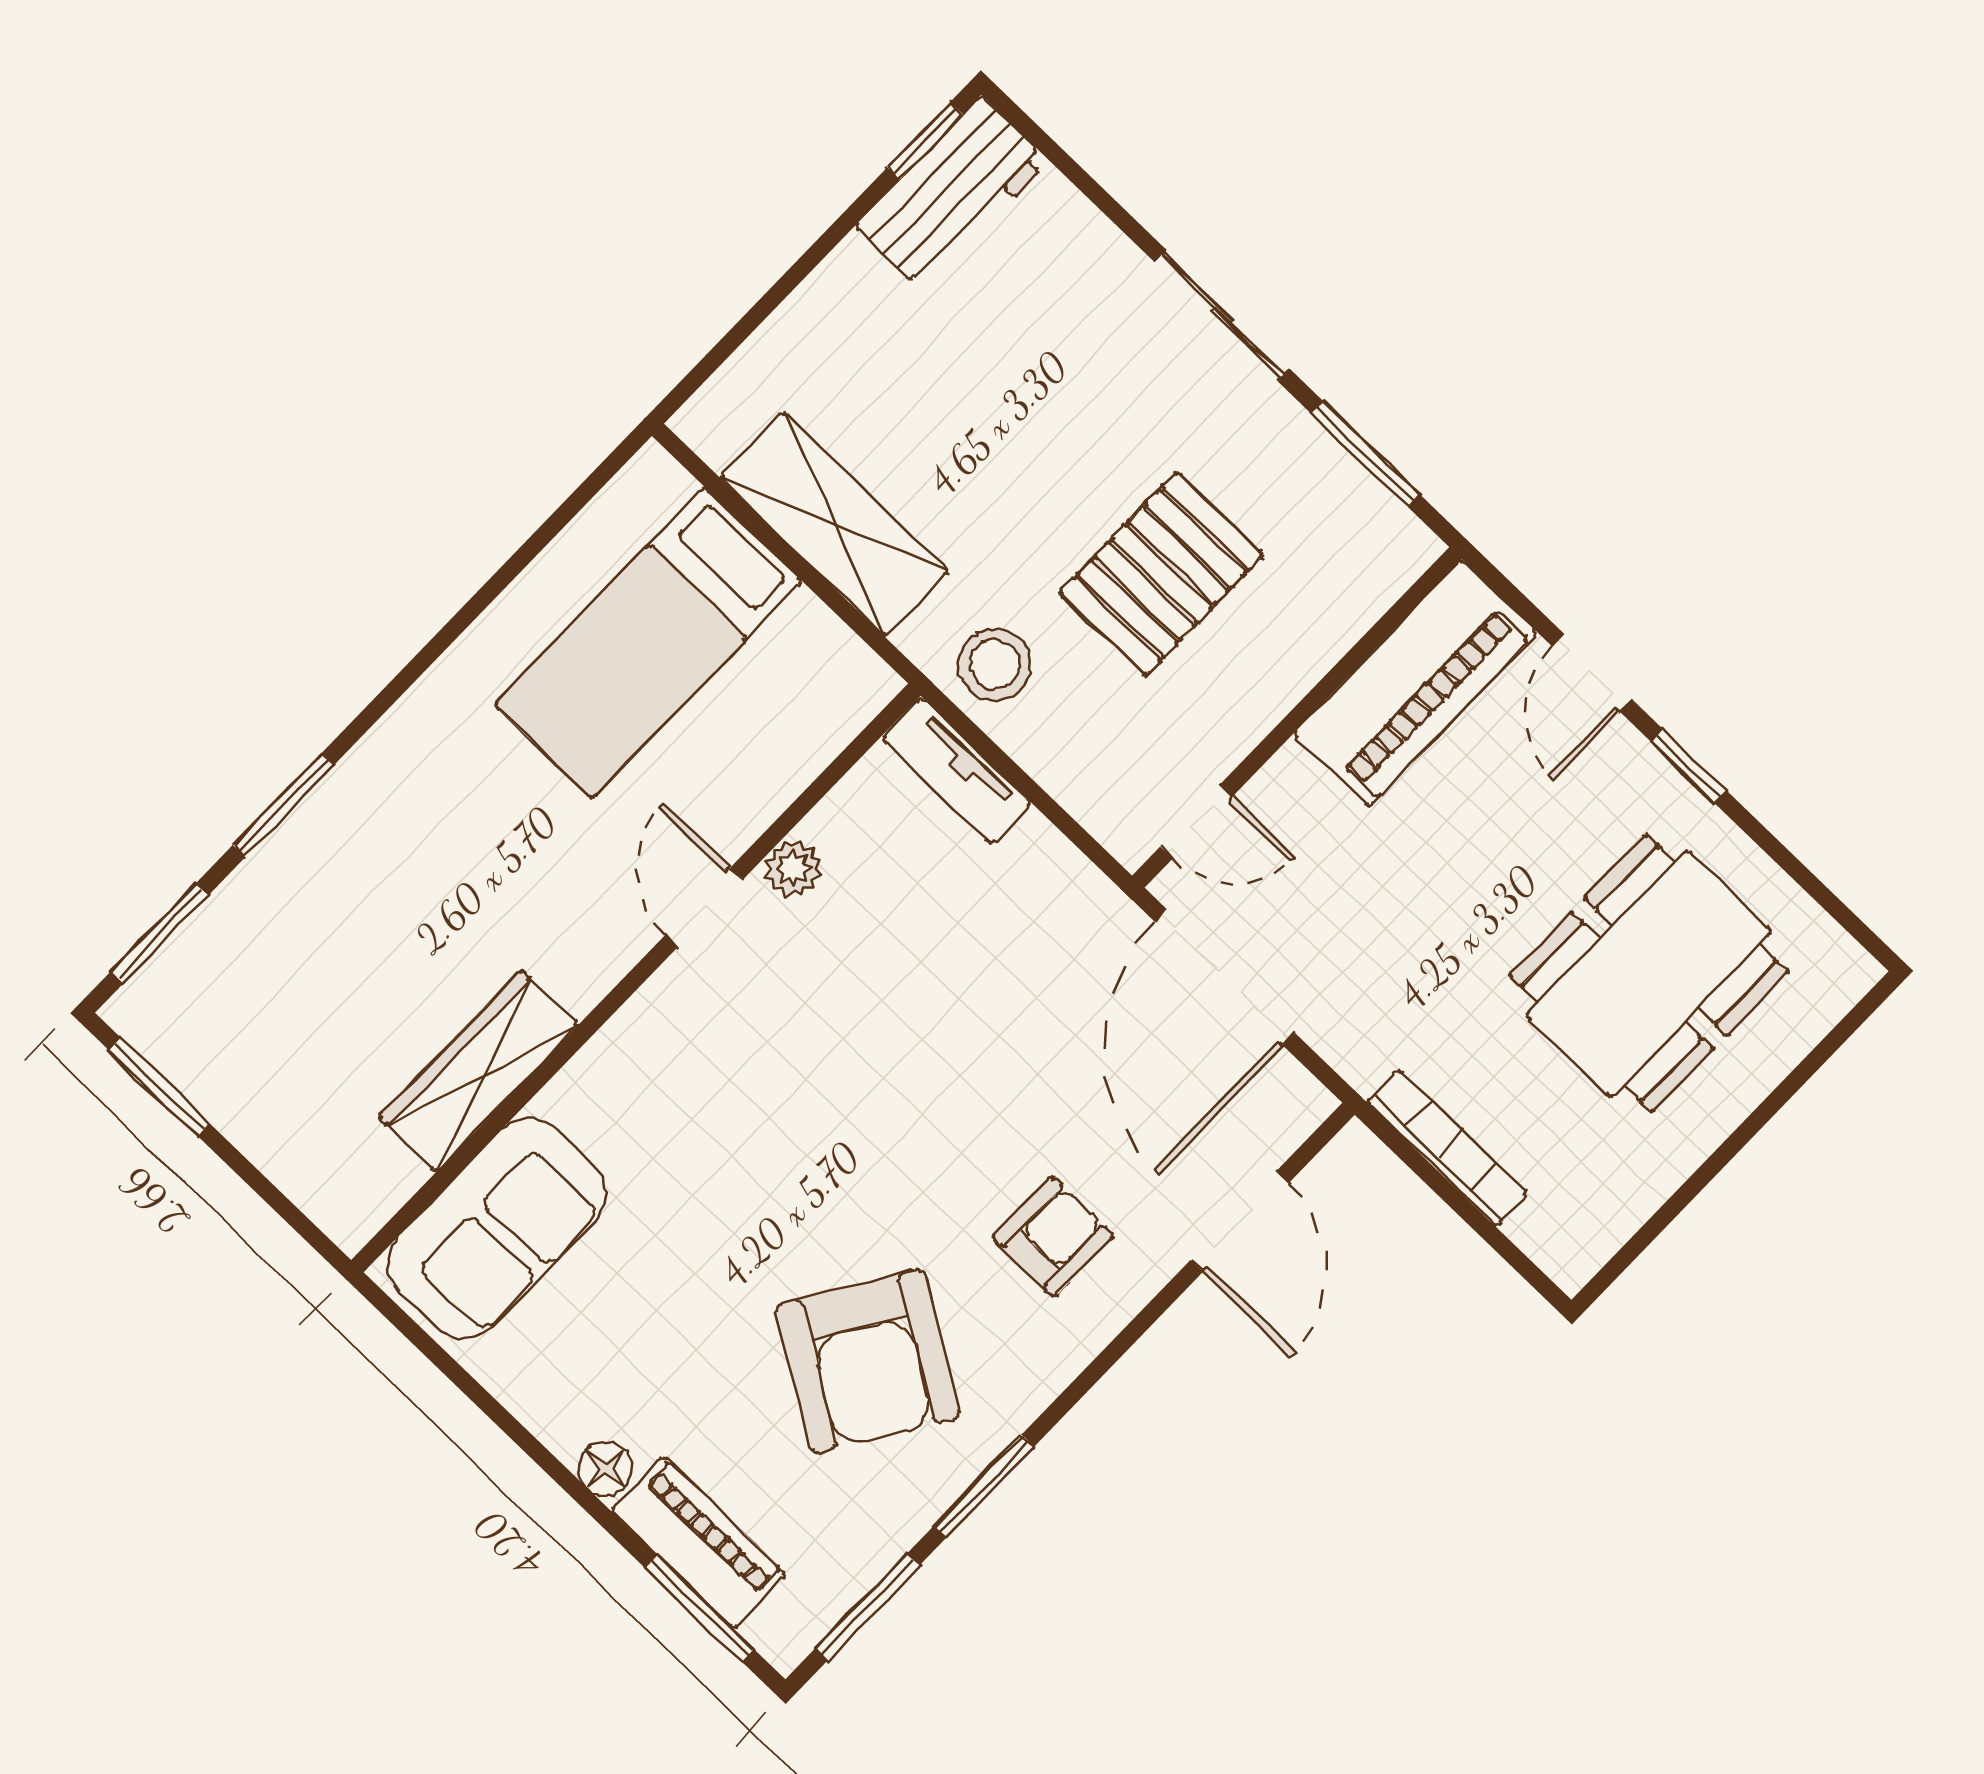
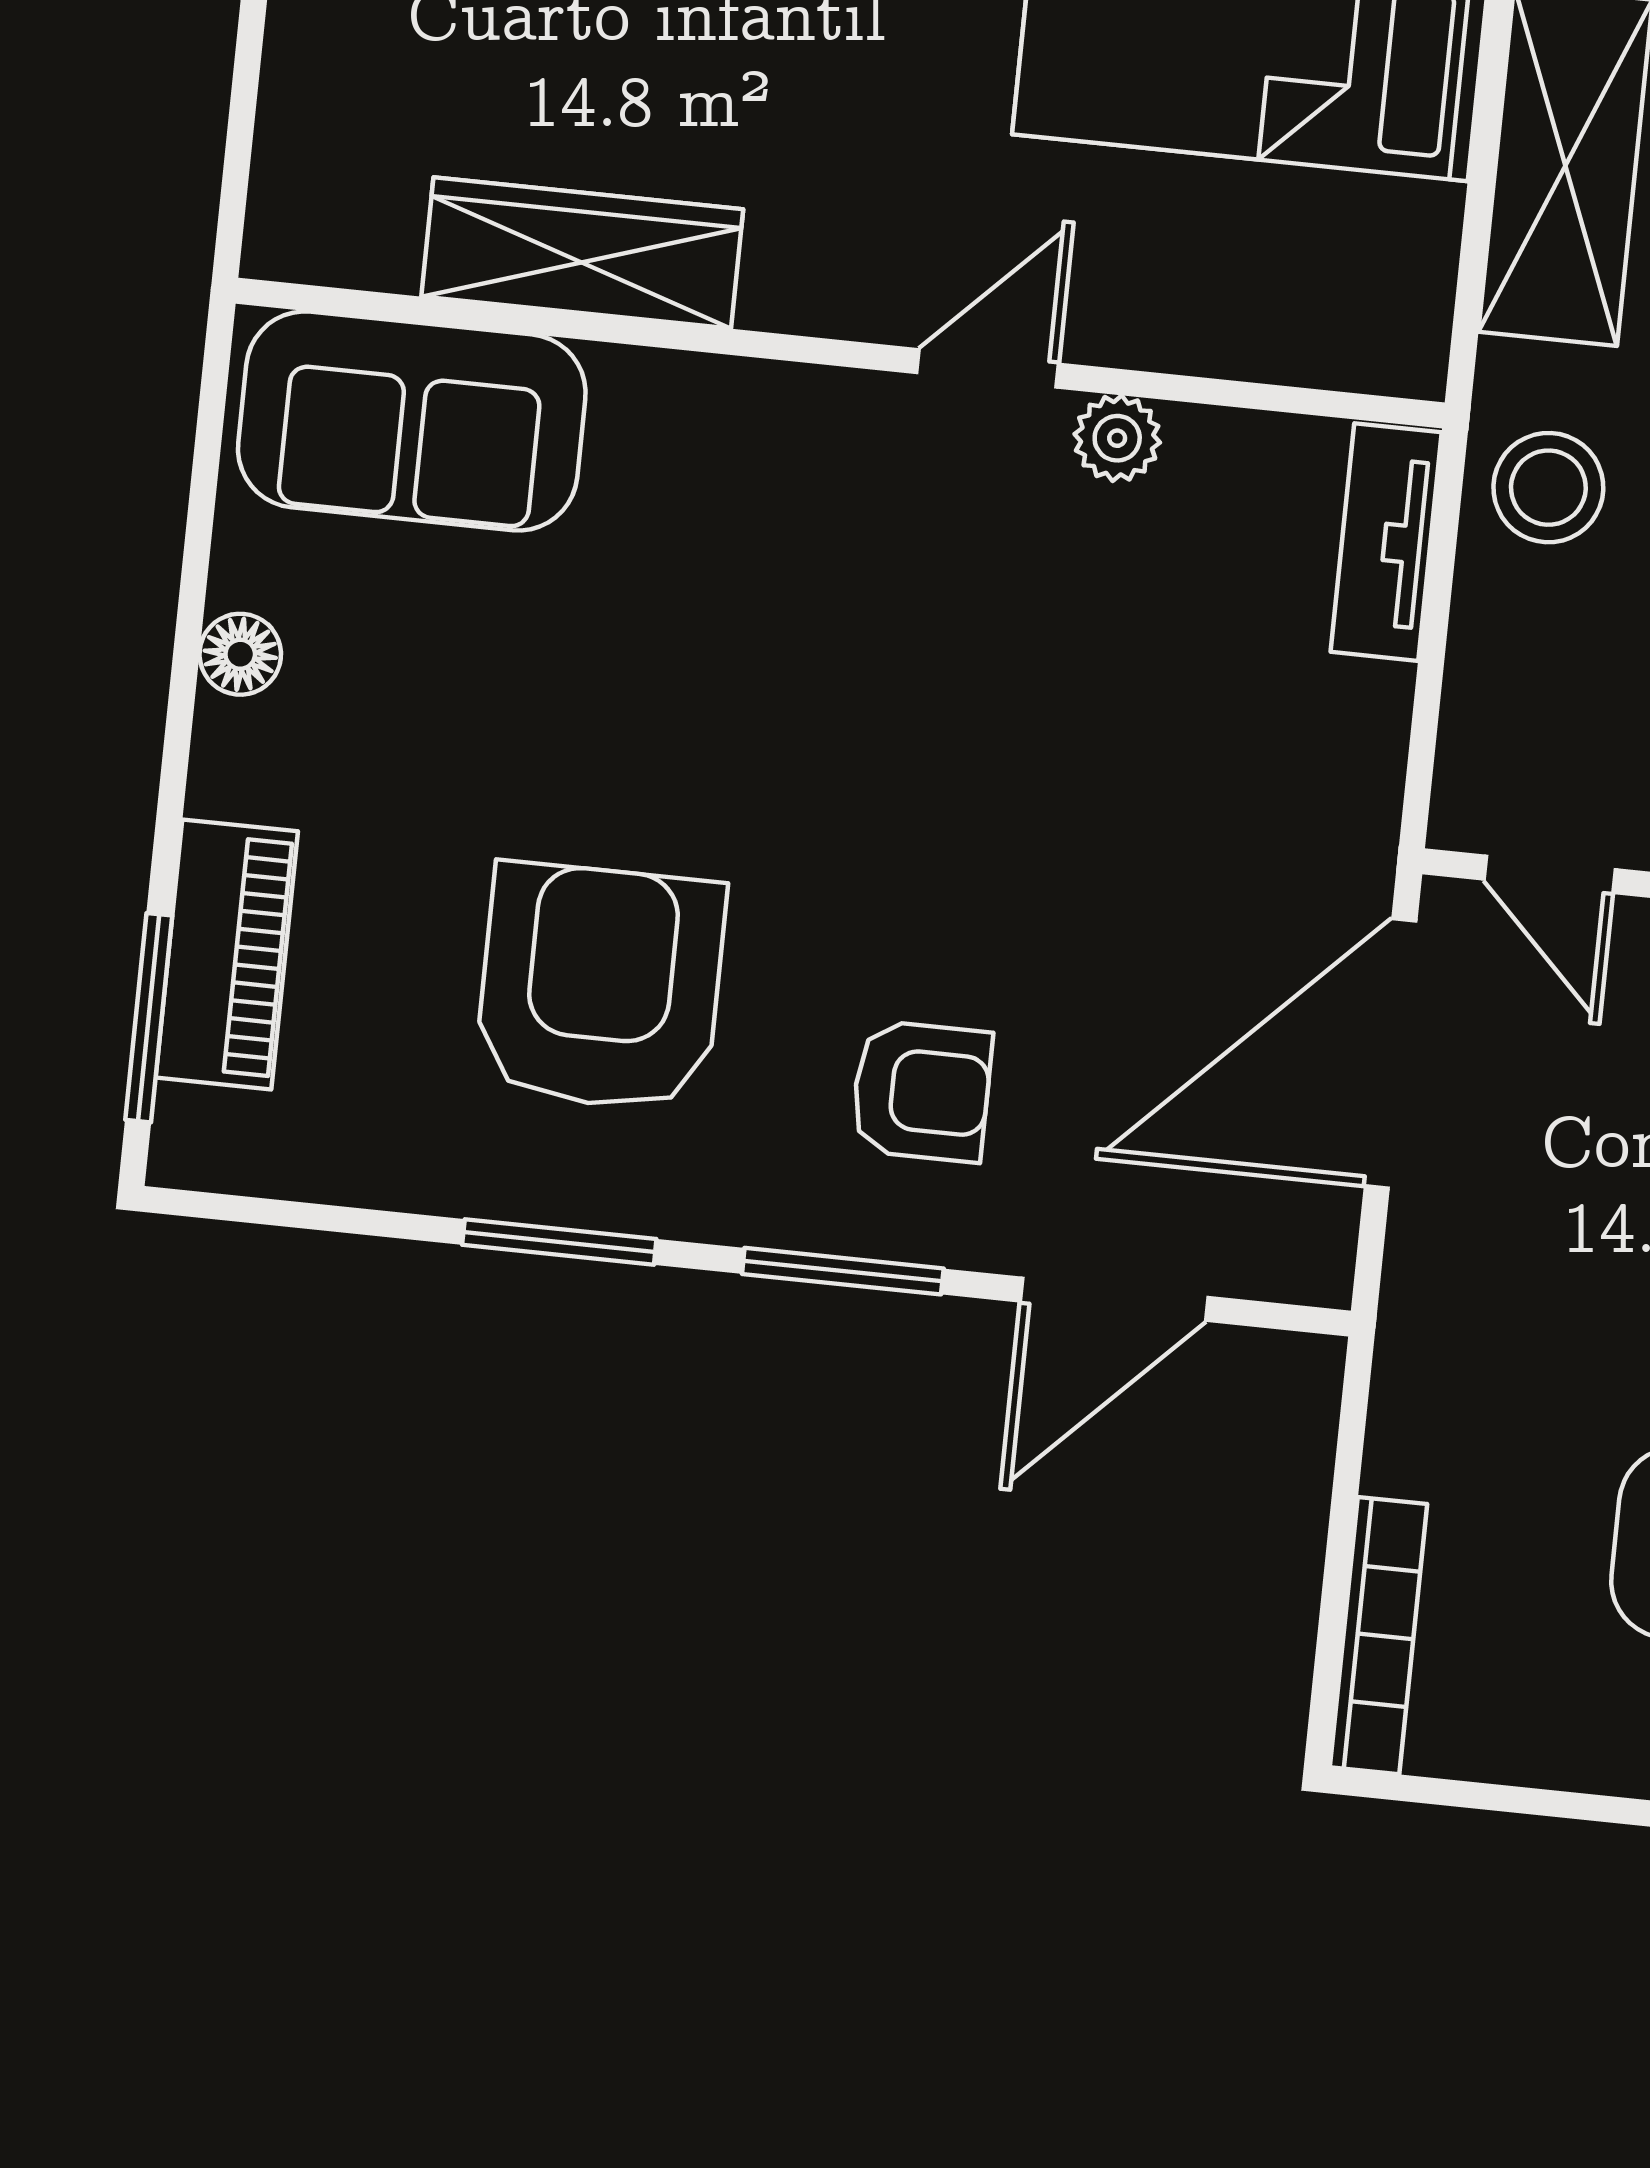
bookcase: (1447, 1148) -> (1379, 1636), moved
armchair: (868, 1361) -> (600, 987), turned 148
floor lamp: (605, 1468) -> (240, 654), moved
window: (868, 1607) -> (843, 1271), moved

